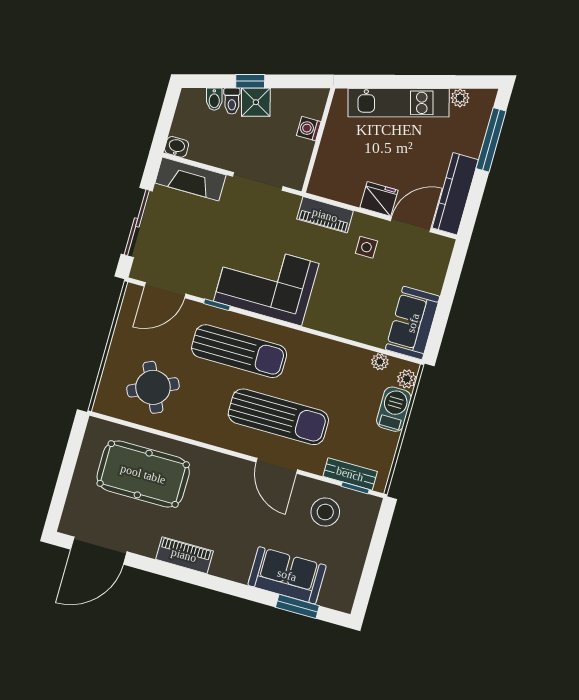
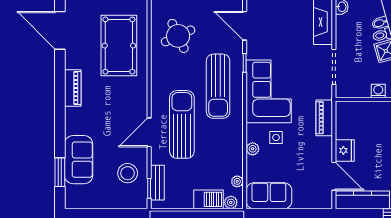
side table: (366, 247) -> (276, 137), moved
plant: (340, 327) -> (253, 149), added
sun lounger: (278, 417) -> (182, 124), turned 180

